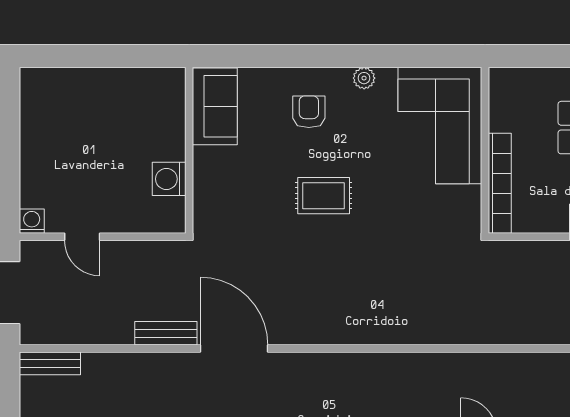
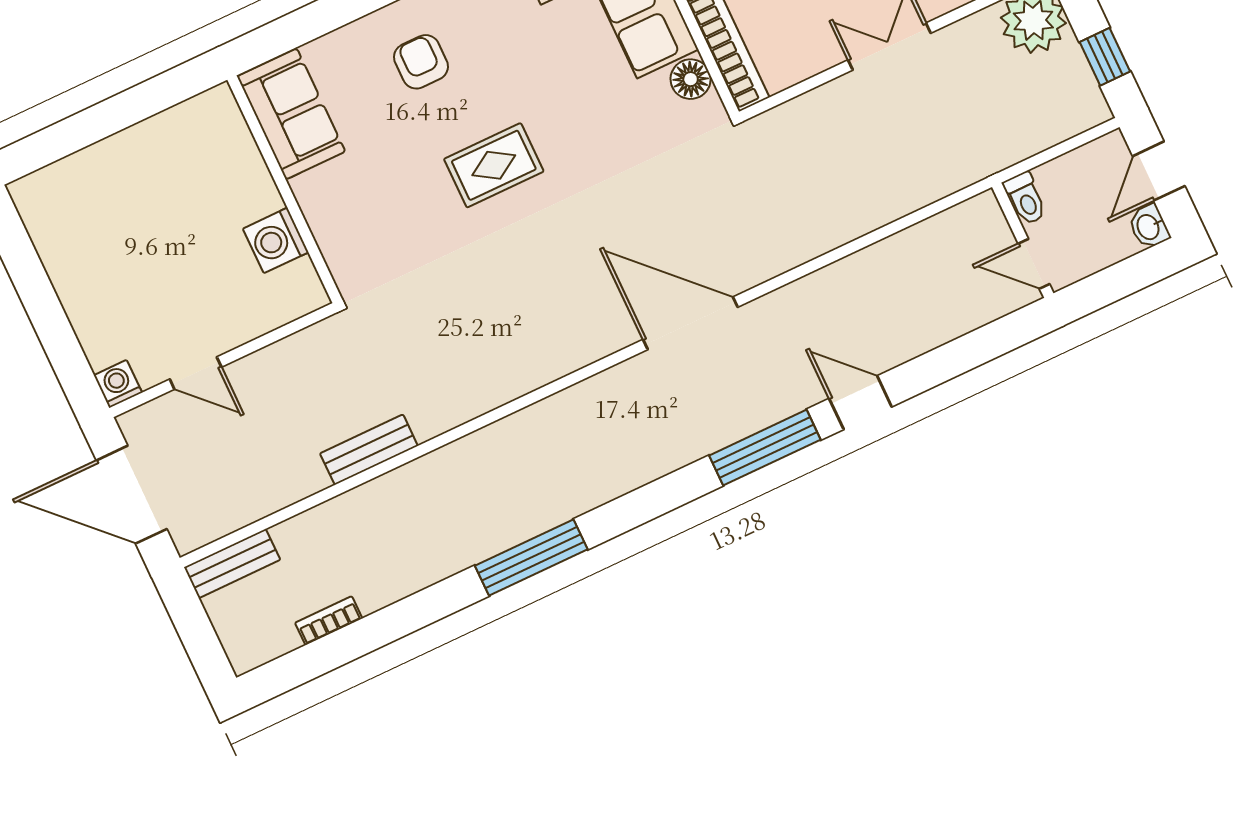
floor lamp: (468, 200) -> (691, 79), added
door: (234, 348) -> (690, 323), moved

